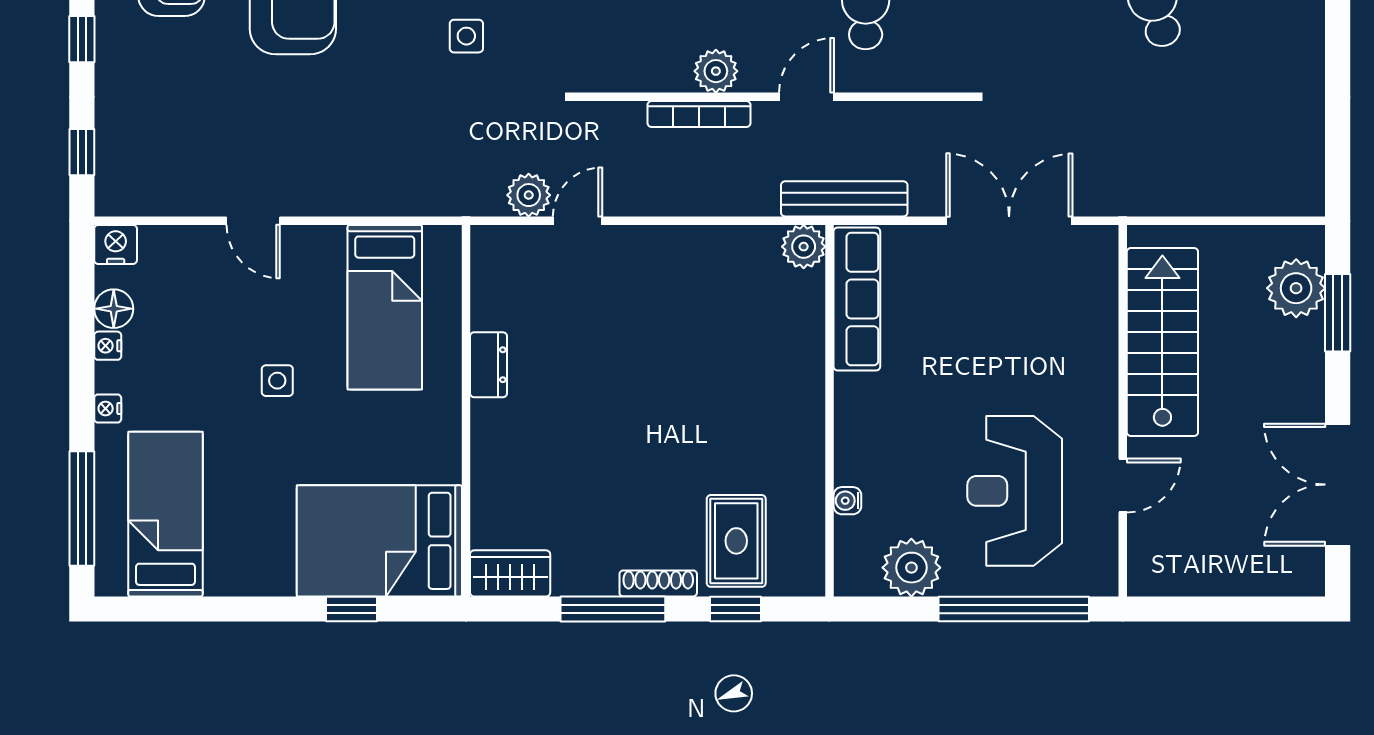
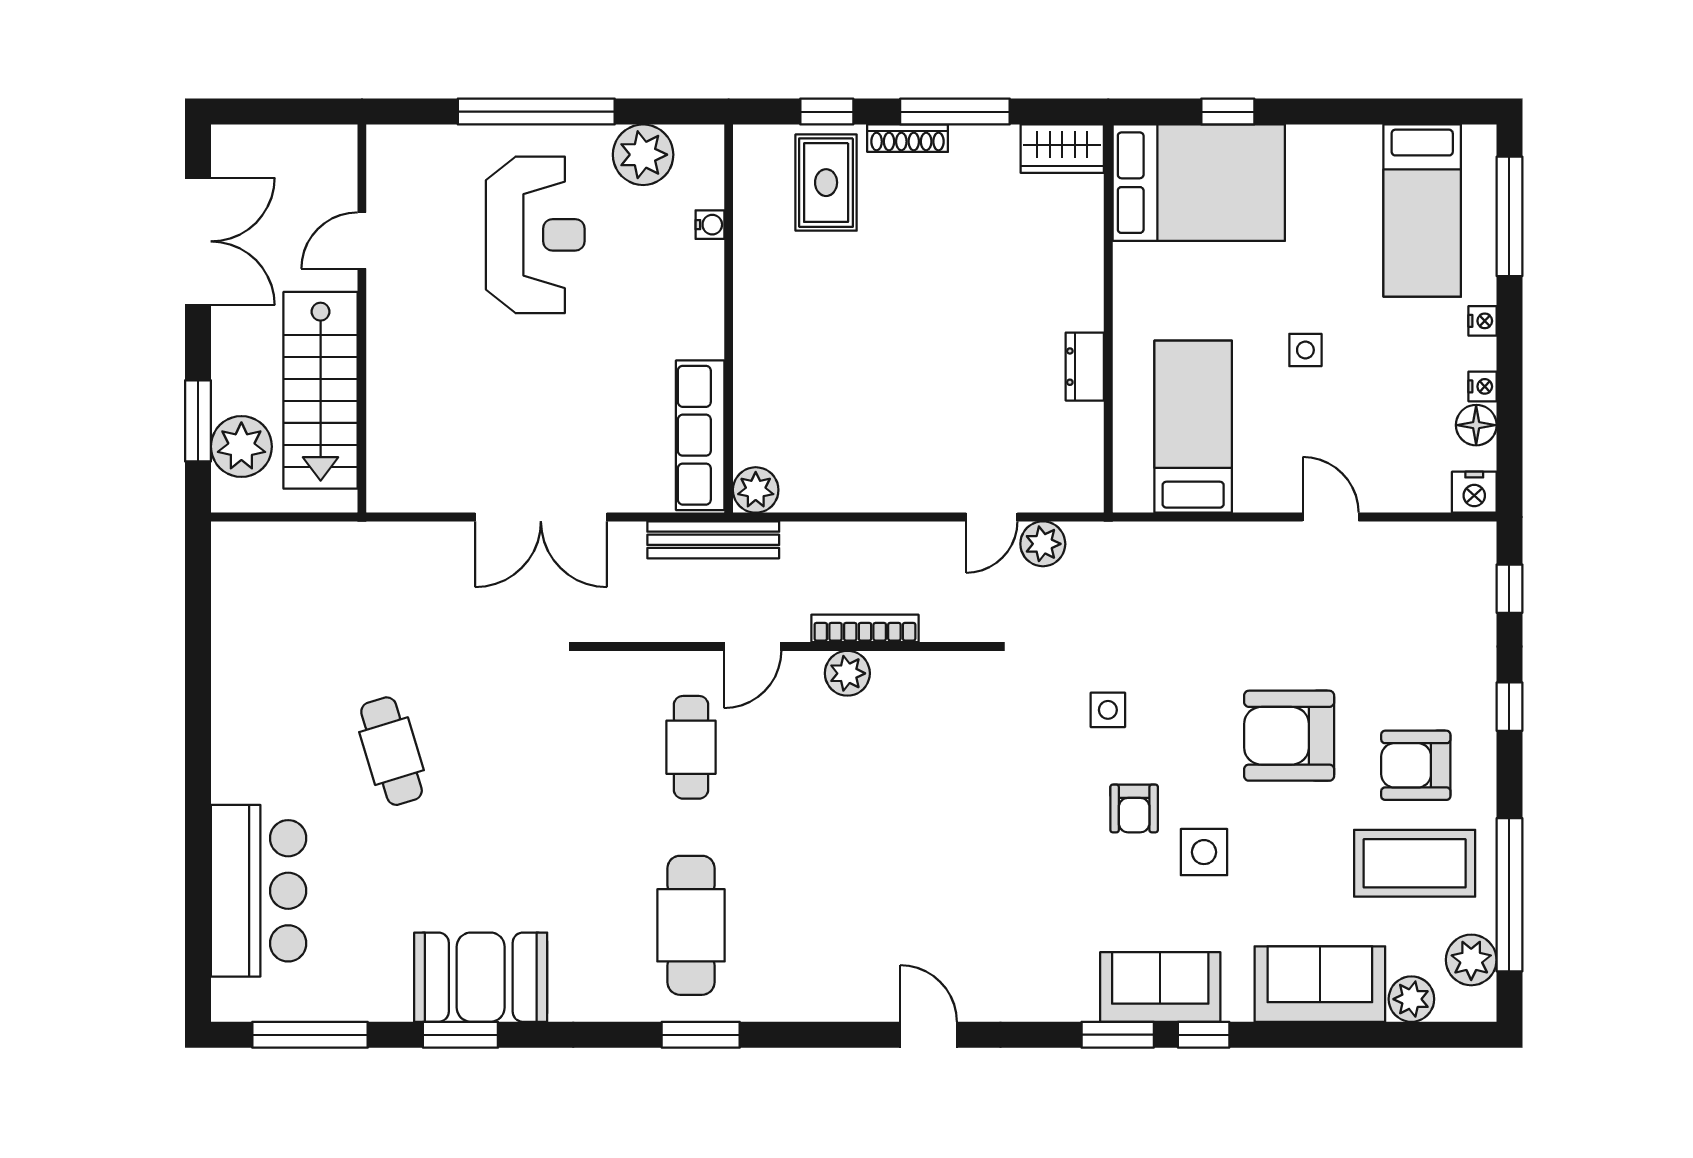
stairs: (1162, 342) -> (321, 390), moved
wall: (1123, 411) -> (362, 319), moved
door: (1123, 485) -> (362, 240), moved

